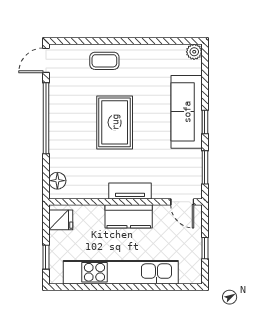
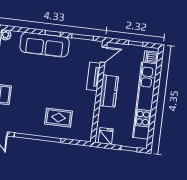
rug: (115, 122) -> (59, 118), moved, width x0.73, depth x0.70
floor lamp: (57, 181) -> (80, 135), removed
tv unit: (130, 191) -> (94, 76), moved
dishwasher: (188, 274) -> (151, 57), added

